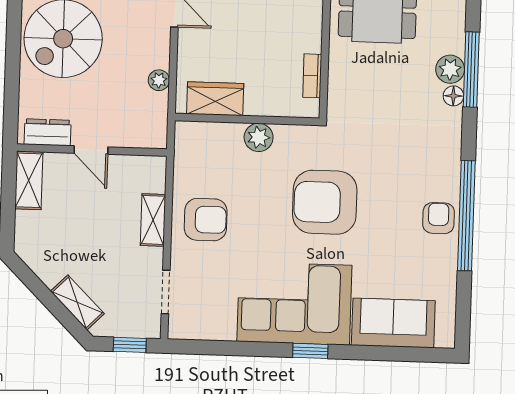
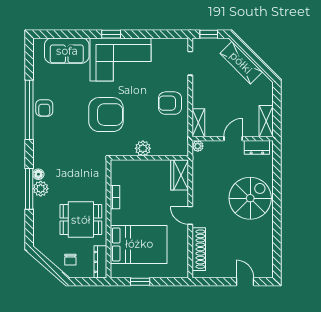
bookcase: (312, 76) -> (115, 197), moved
plant: (159, 80) -> (198, 146), moved
wardrobe: (215, 99) -> (180, 175), moved, turned 90
door: (91, 150) -> (233, 139), hinge flipped
shelving: (153, 220) -> (198, 123), moved
shelving: (77, 302) -> (241, 63), width x1.50, depth x1.33

